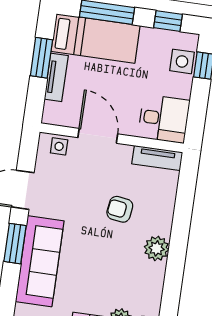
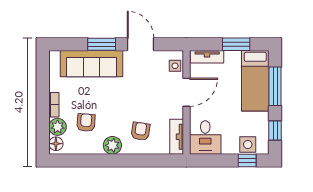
tv unit: (56, 77) -> (207, 57), moved
armchair: (120, 209) -> (140, 131), moved
armchair: (120, 280) -> (86, 123), added

